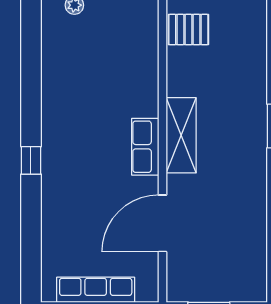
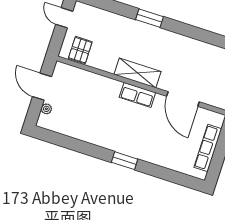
window: (31, 160) -> (125, 161), width x1.50

